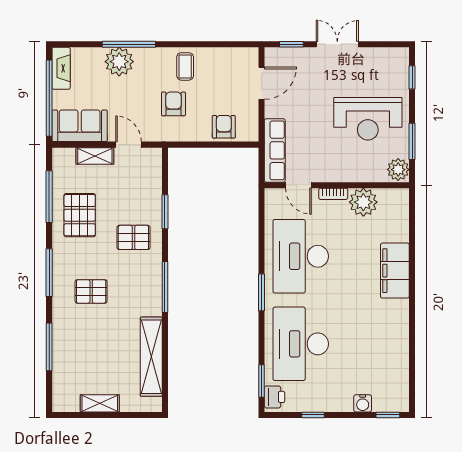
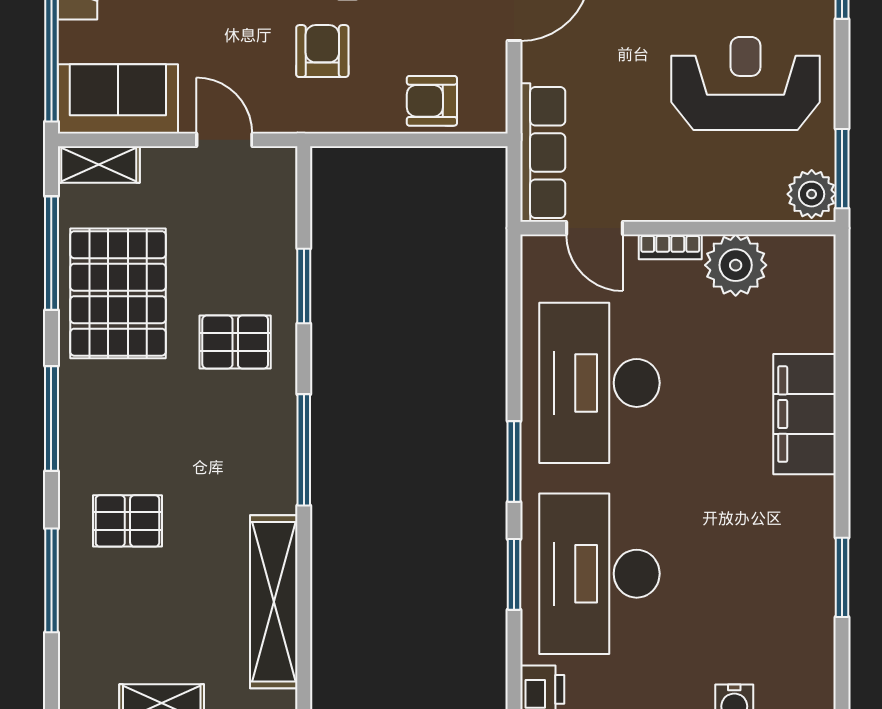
reception desk: (368, 119) -> (745, 83), turned 180
armchair: (224, 127) -> (432, 101), turned -90
window: (412, 141) -> (842, 169), moved
shelving: (95, 156) -> (99, 165), moved
pallet: (80, 215) -> (118, 293), width x1.37, depth x1.41
pallet: (91, 291) -> (127, 521), moved
window: (412, 346) -> (842, 577), added
window: (262, 381) -> (514, 574), moved

